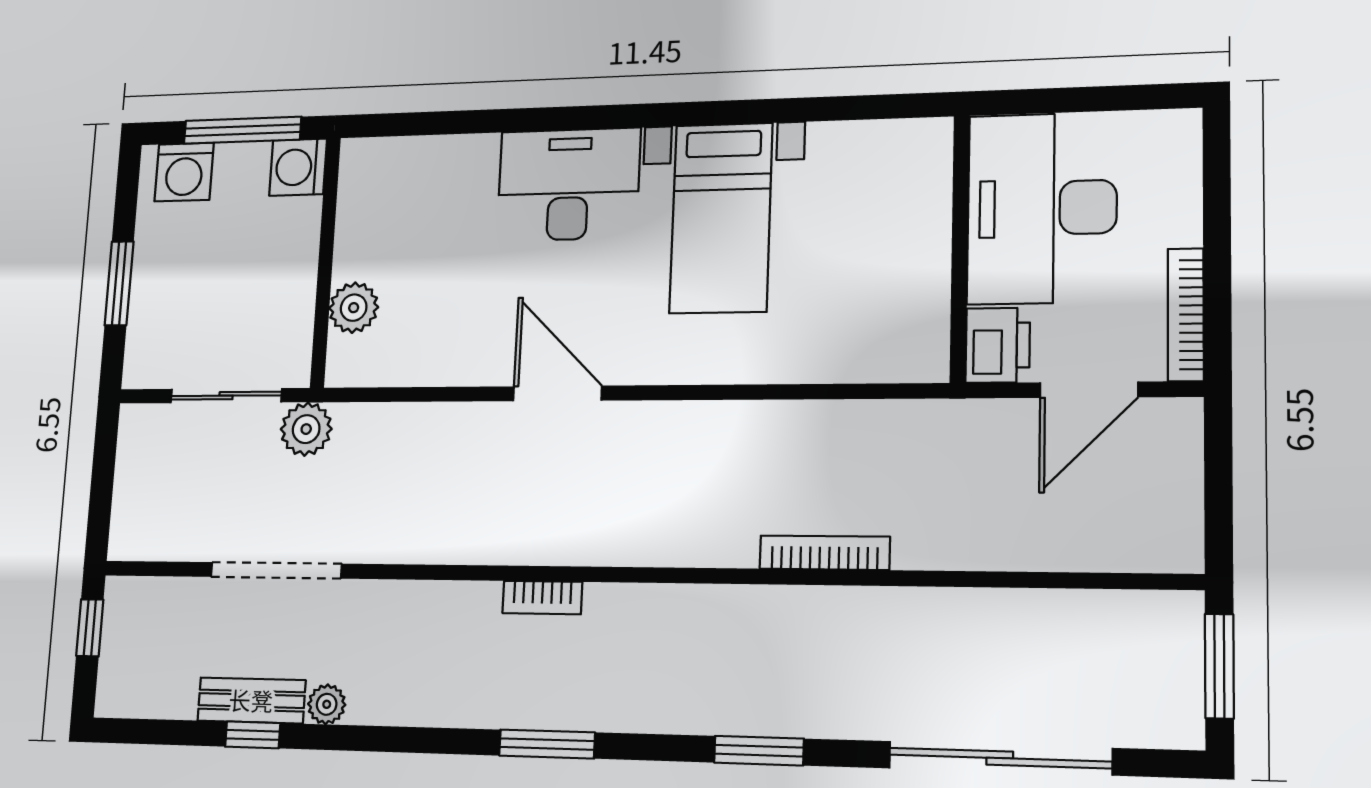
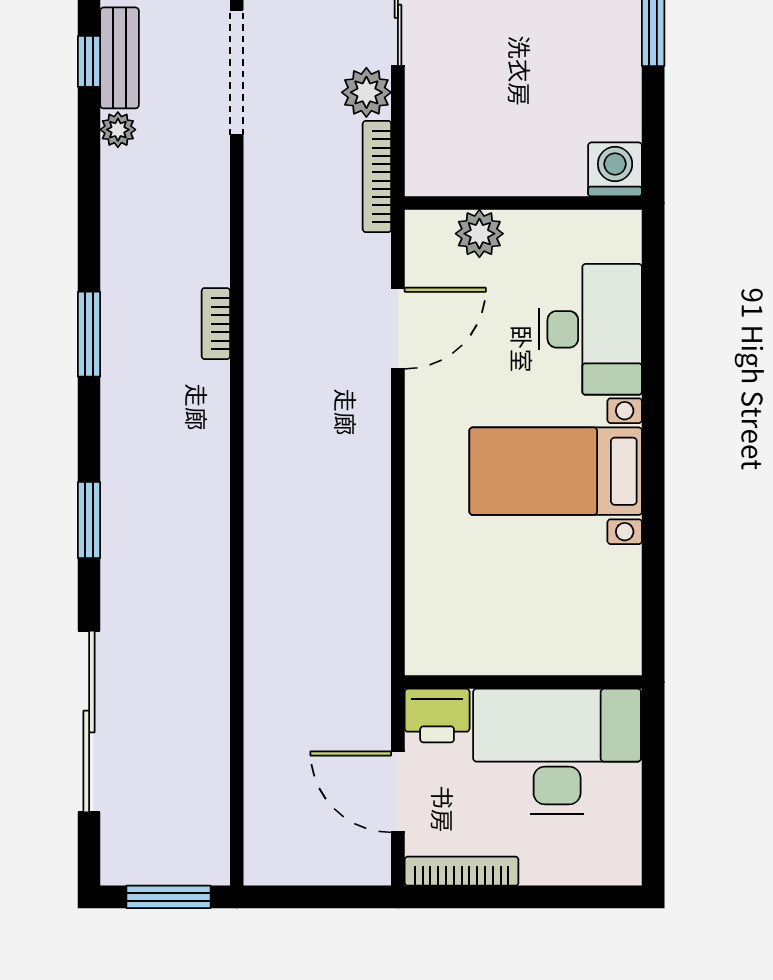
washing machine: (298, 167) -> (615, 169), moved
wall: (325, 262) -> (523, 203), moved
plant: (354, 308) -> (479, 234), moved
bookcase: (825, 553) -> (377, 176), moved, turned 180

